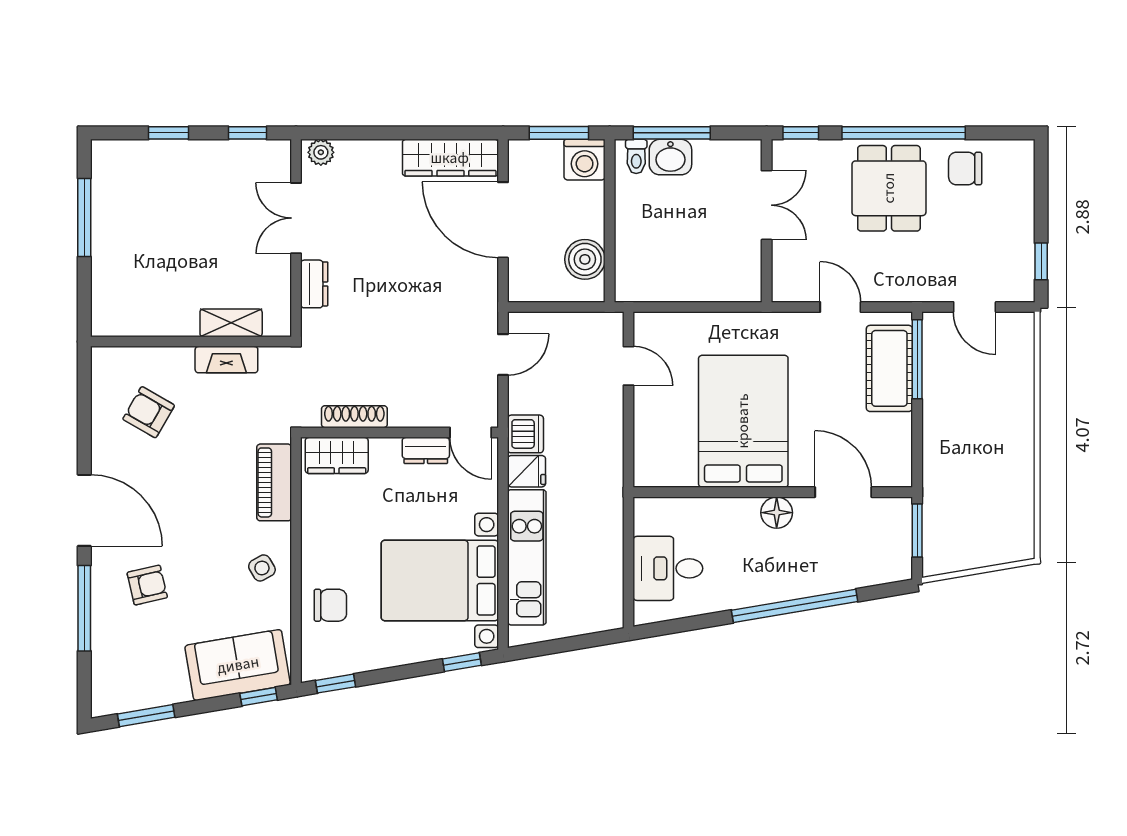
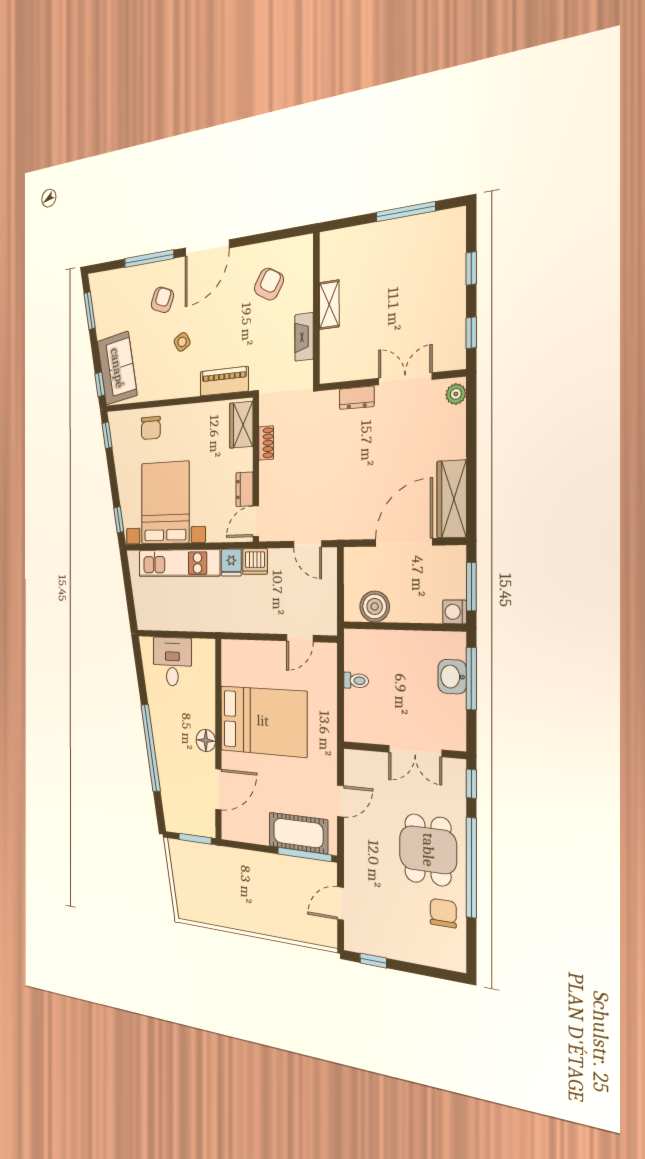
toilet: (636, 156) -> (356, 681), moved, turned 180
washing machine: (585, 160) -> (455, 612), width x0.73, depth x0.73
dining table: (889, 188) -> (428, 850), turned 90
shelving: (231, 323) -> (329, 305), moved
shoe rack: (354, 417) -> (266, 443), width x0.70
side table: (262, 568) -> (182, 342), moved
armchair: (147, 585) -> (162, 300), turned -146

